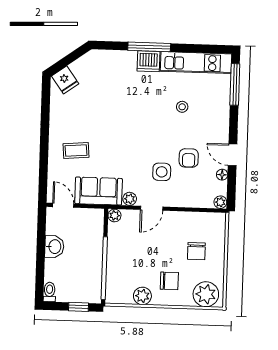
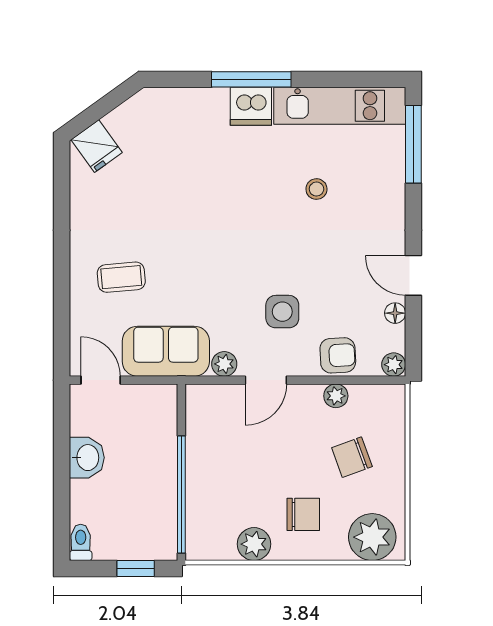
armchair: (189, 158) -> (338, 355), moved, turned -93
plant: (114, 215) -> (336, 396), moved
chair: (196, 251) -> (352, 457), turned 70

